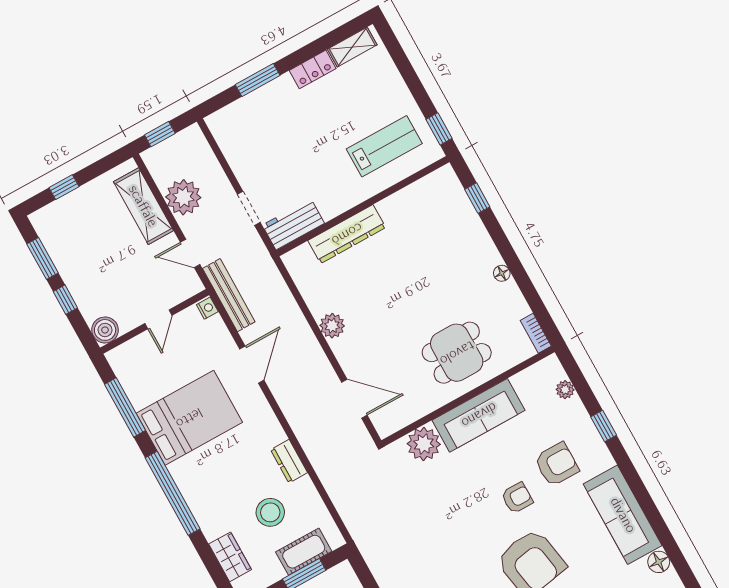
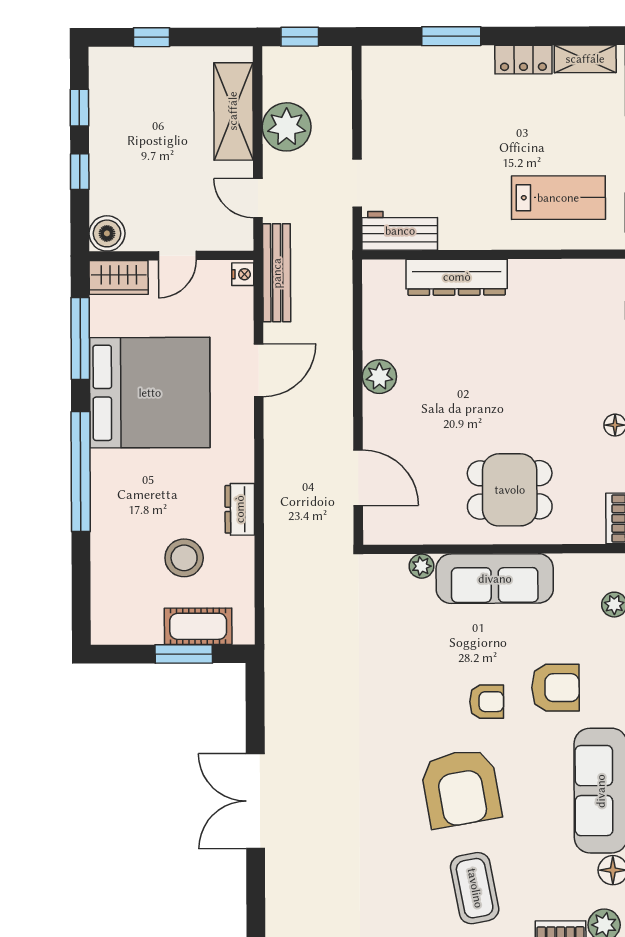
window: (43, 258) -> (79, 108), width x0.67
bed: (189, 418) -> (150, 393), width x1.36
plant: (424, 444) -> (422, 566), width x0.53, depth x0.53
wardrobe: (230, 557) -> (119, 278), moved, turned 90

